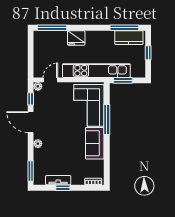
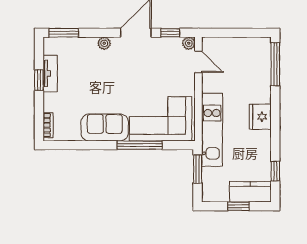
window: (124, 28) -> (275, 171), width x0.46
fridge: (76, 38) -> (260, 117), moved
kitchen counter: (129, 38) -> (250, 192), moved, turned 90
kitchen unit: (96, 71) -> (212, 130), width x0.73

